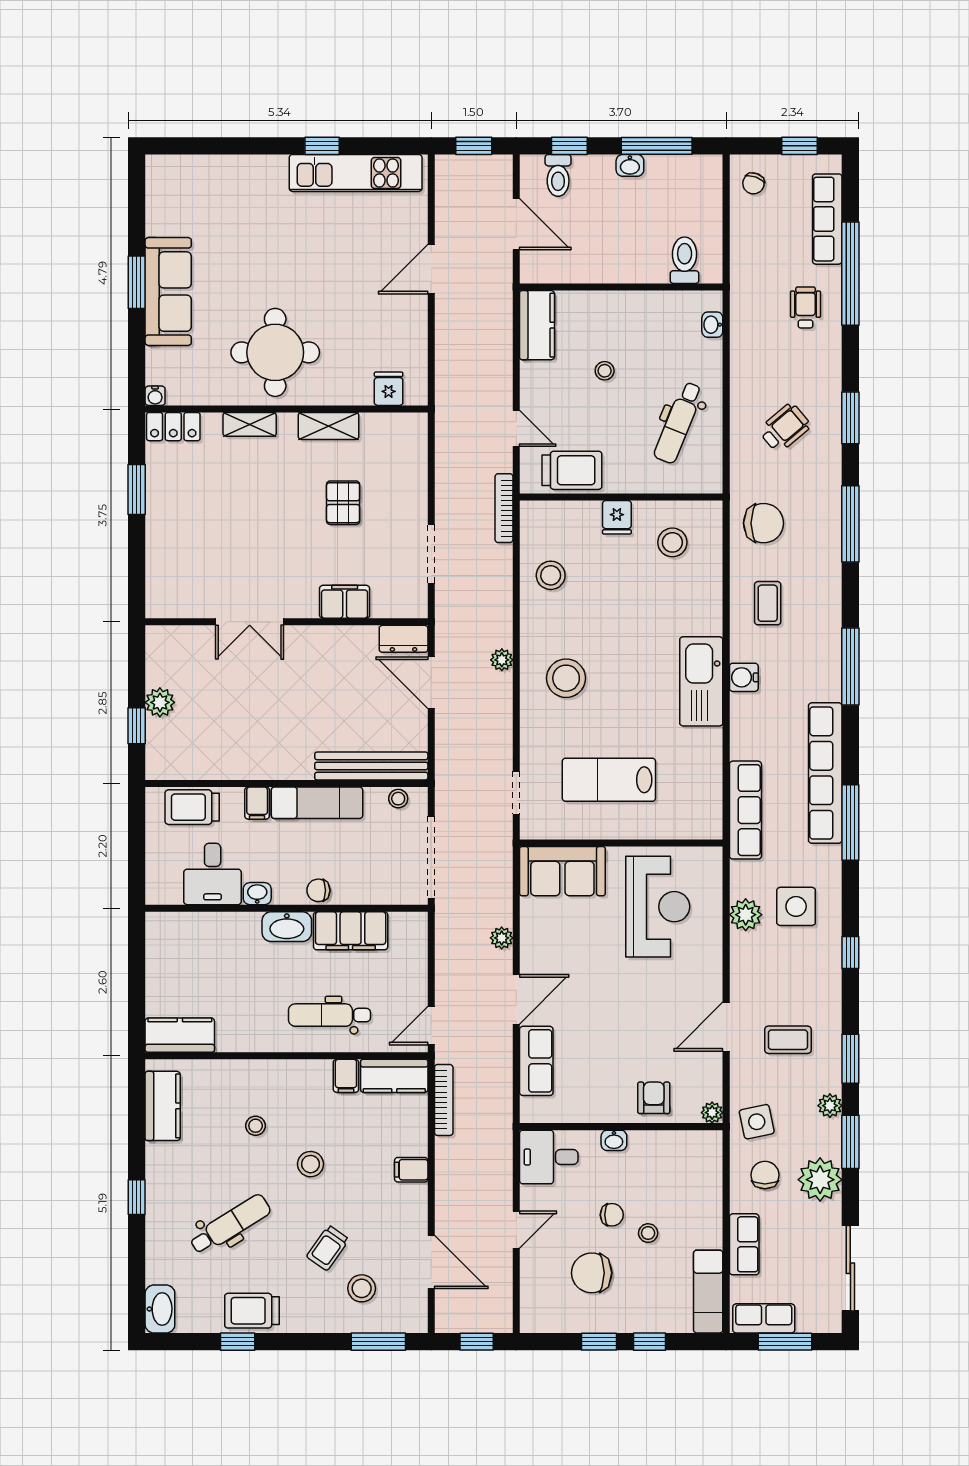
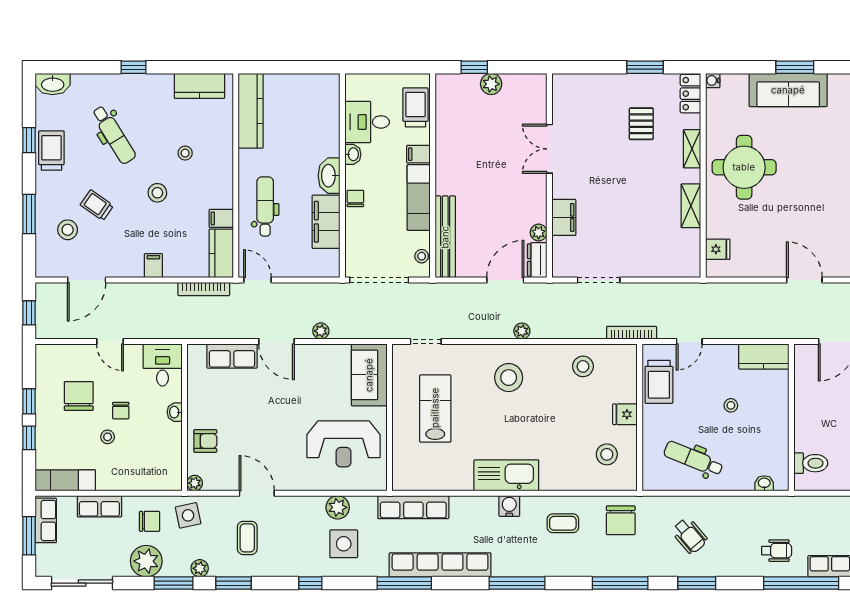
pallet: (343, 503) -> (641, 124), moved, turned 90
plant: (365, 637) -> (539, 232), added
kitchen counter: (180, 1035) -> (251, 111), width x1.50
window: (378, 1342) -> (29, 214), moved

